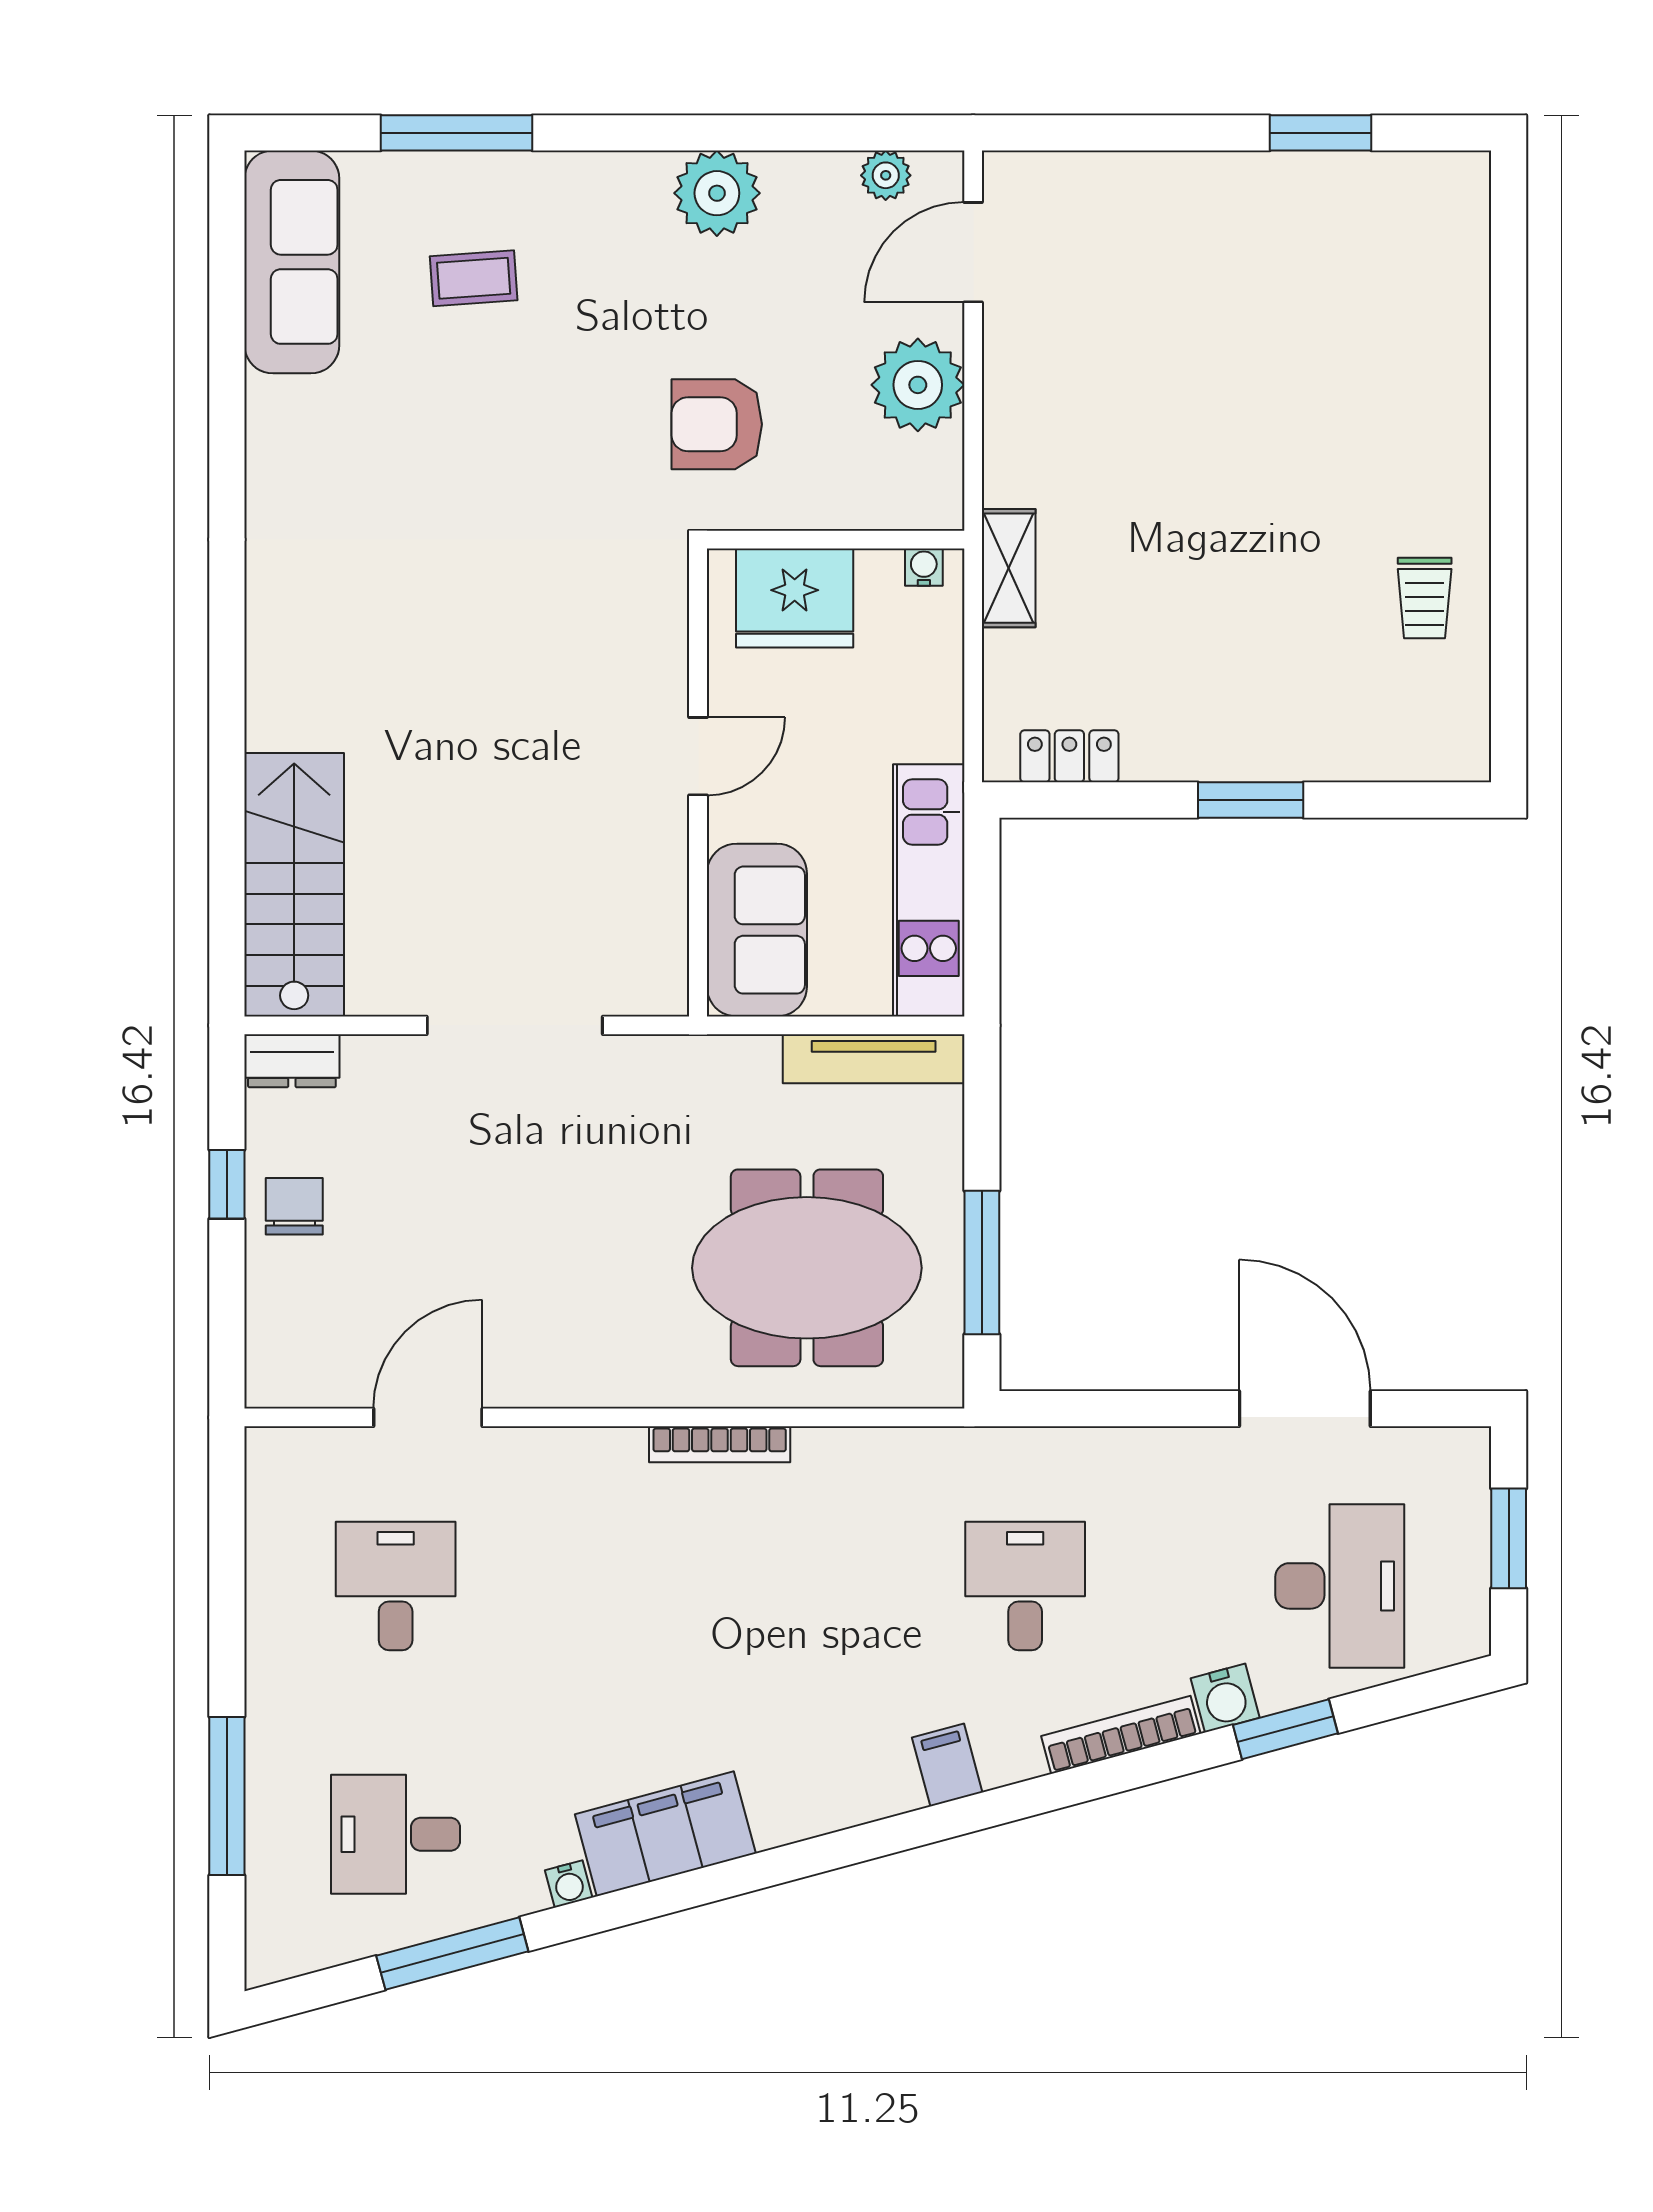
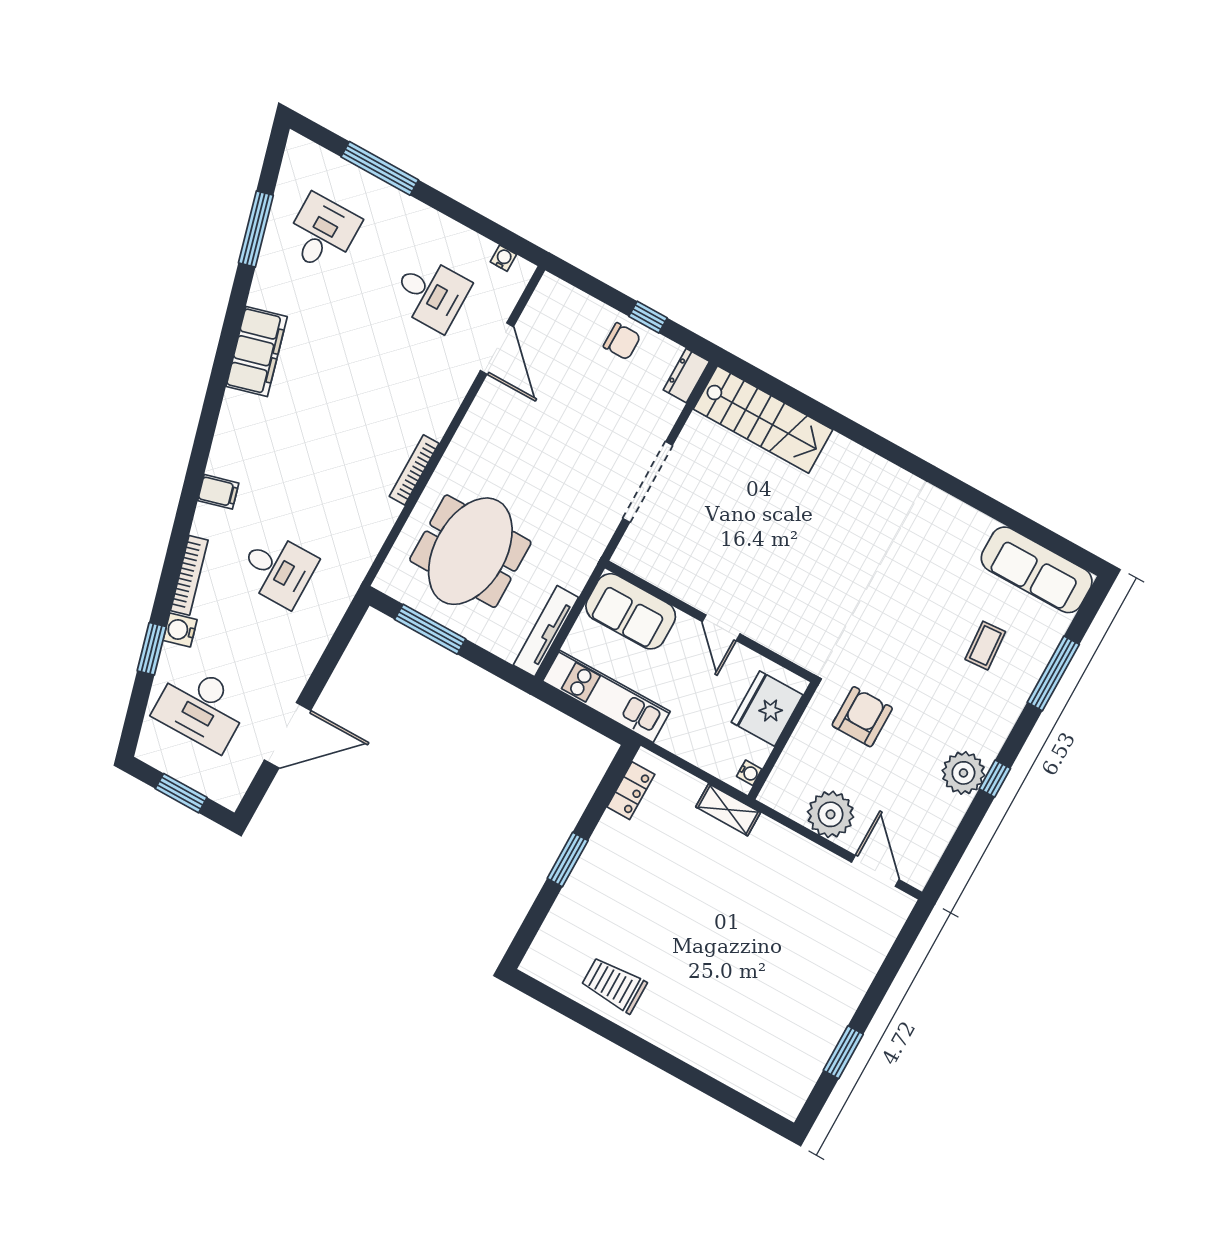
window: (697, 133) -> (995, 779), added
plant: (886, 175) -> (930, 851), removed
trolley: (1425, 598) -> (614, 985), width x1.36, depth x1.39
water cooler: (569, 1884) -> (503, 258), moved, turned 105

